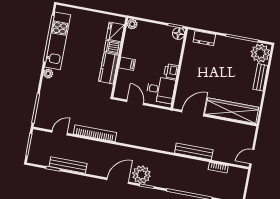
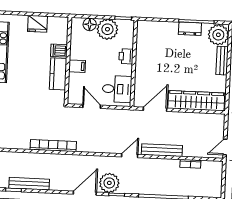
plant: (132, 24) -> (107, 29), moved, width x1.88, depth x1.88
fridge: (115, 32) -> (38, 24), moved, turned -90
floor lamp: (178, 34) -> (90, 24), moved
dresser: (204, 38) -> (190, 29), moved
printer: (171, 71) -> (126, 56), moved
door: (60, 133) -> (130, 156), moved

